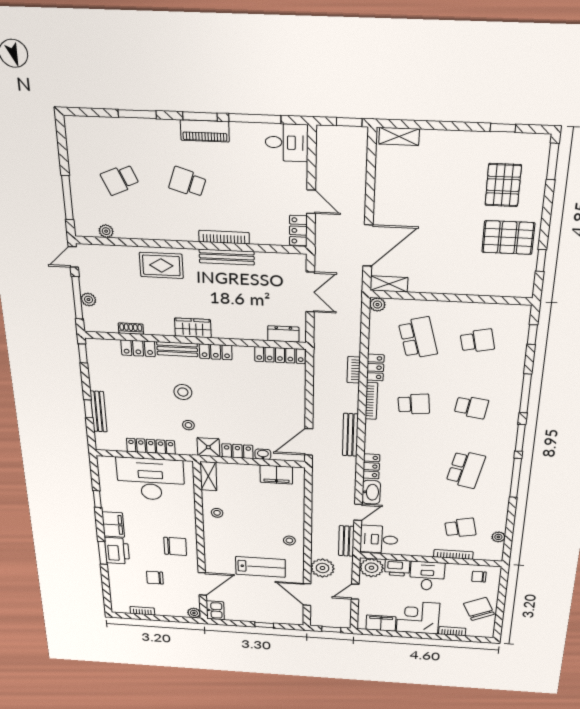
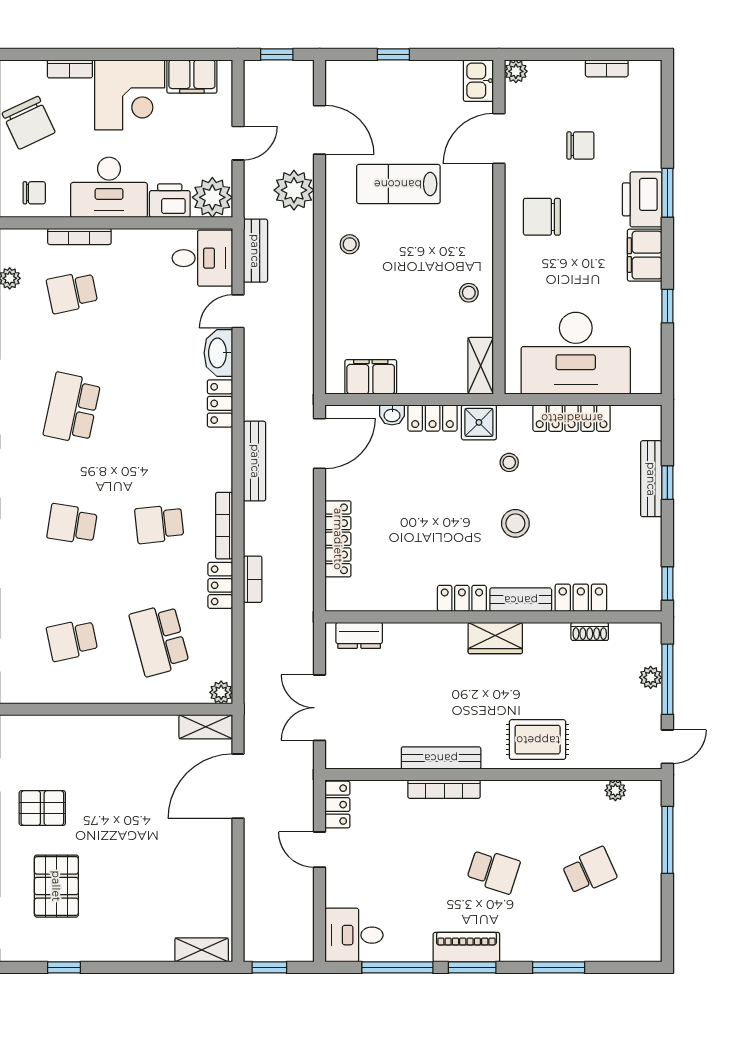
pallet: (508, 238) -> (42, 808), width x0.67, depth x0.71
locker: (280, 355) -> (338, 539), moved, turned 90
desk: (427, 576) -> (109, 187), width x1.37

